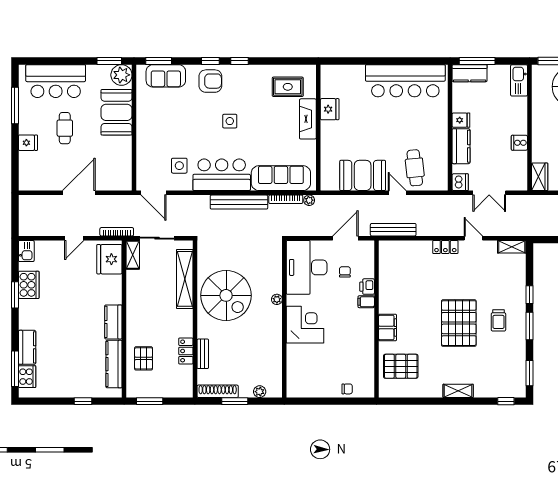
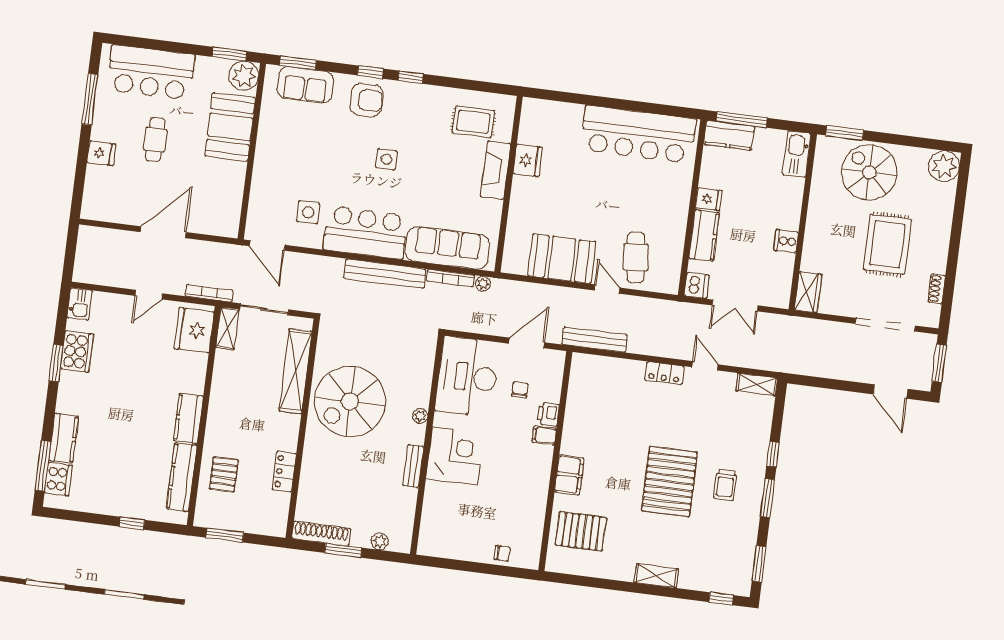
spiral stairs: (226, 295) -> (350, 401), turned 90
bench: (203, 354) -> (413, 466), moved

